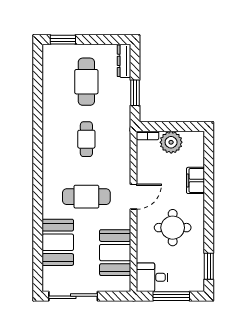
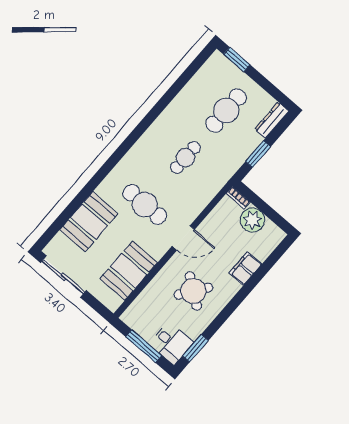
round table: (173, 228) -> (193, 291), turned 36
desk: (152, 277) -> (171, 343), moved, turned 180

